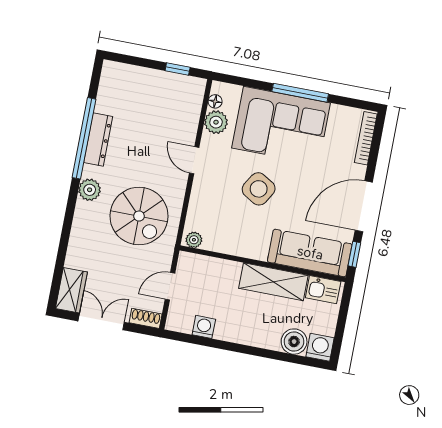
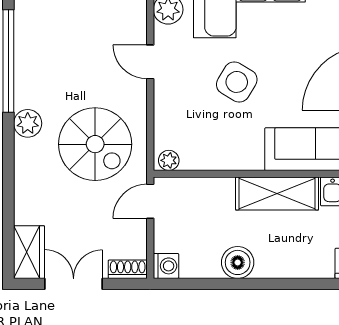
dresser: (98, 140) -> (26, 59), removed
door: (170, 286) -> (150, 201), moved
washing machine: (204, 327) -> (166, 266), moved, turned 90
boiler: (294, 342) -> (238, 262), moved

